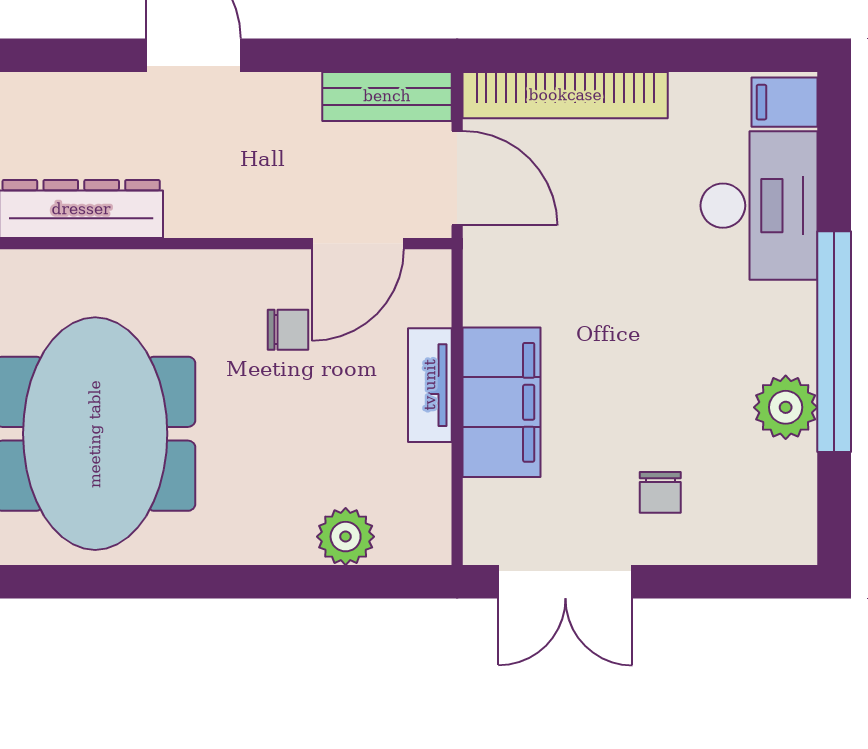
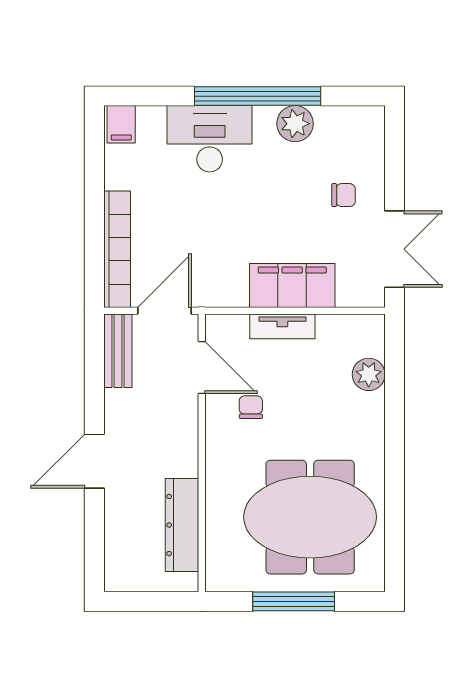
desk: (759, 206) -> (210, 139), moved

